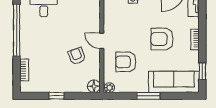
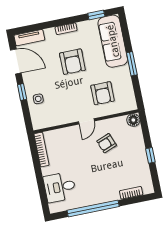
plant: (109, 88) -> (132, 104), removed

